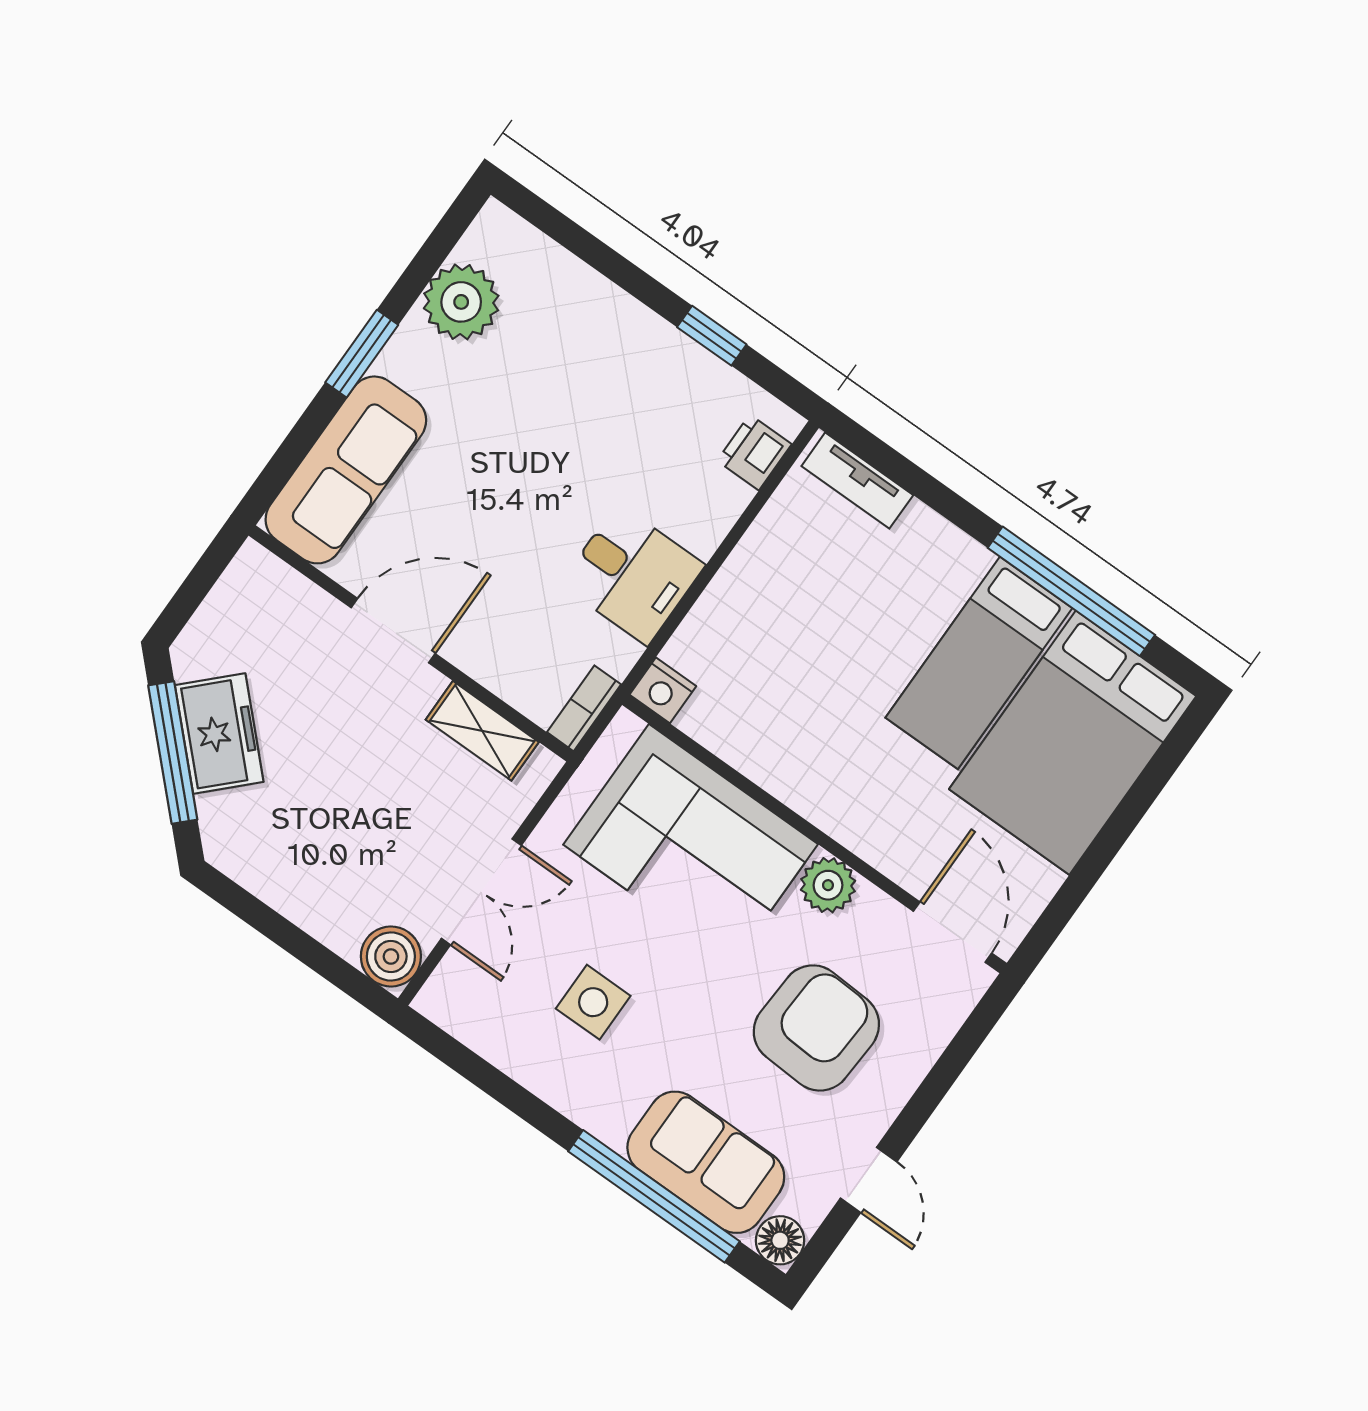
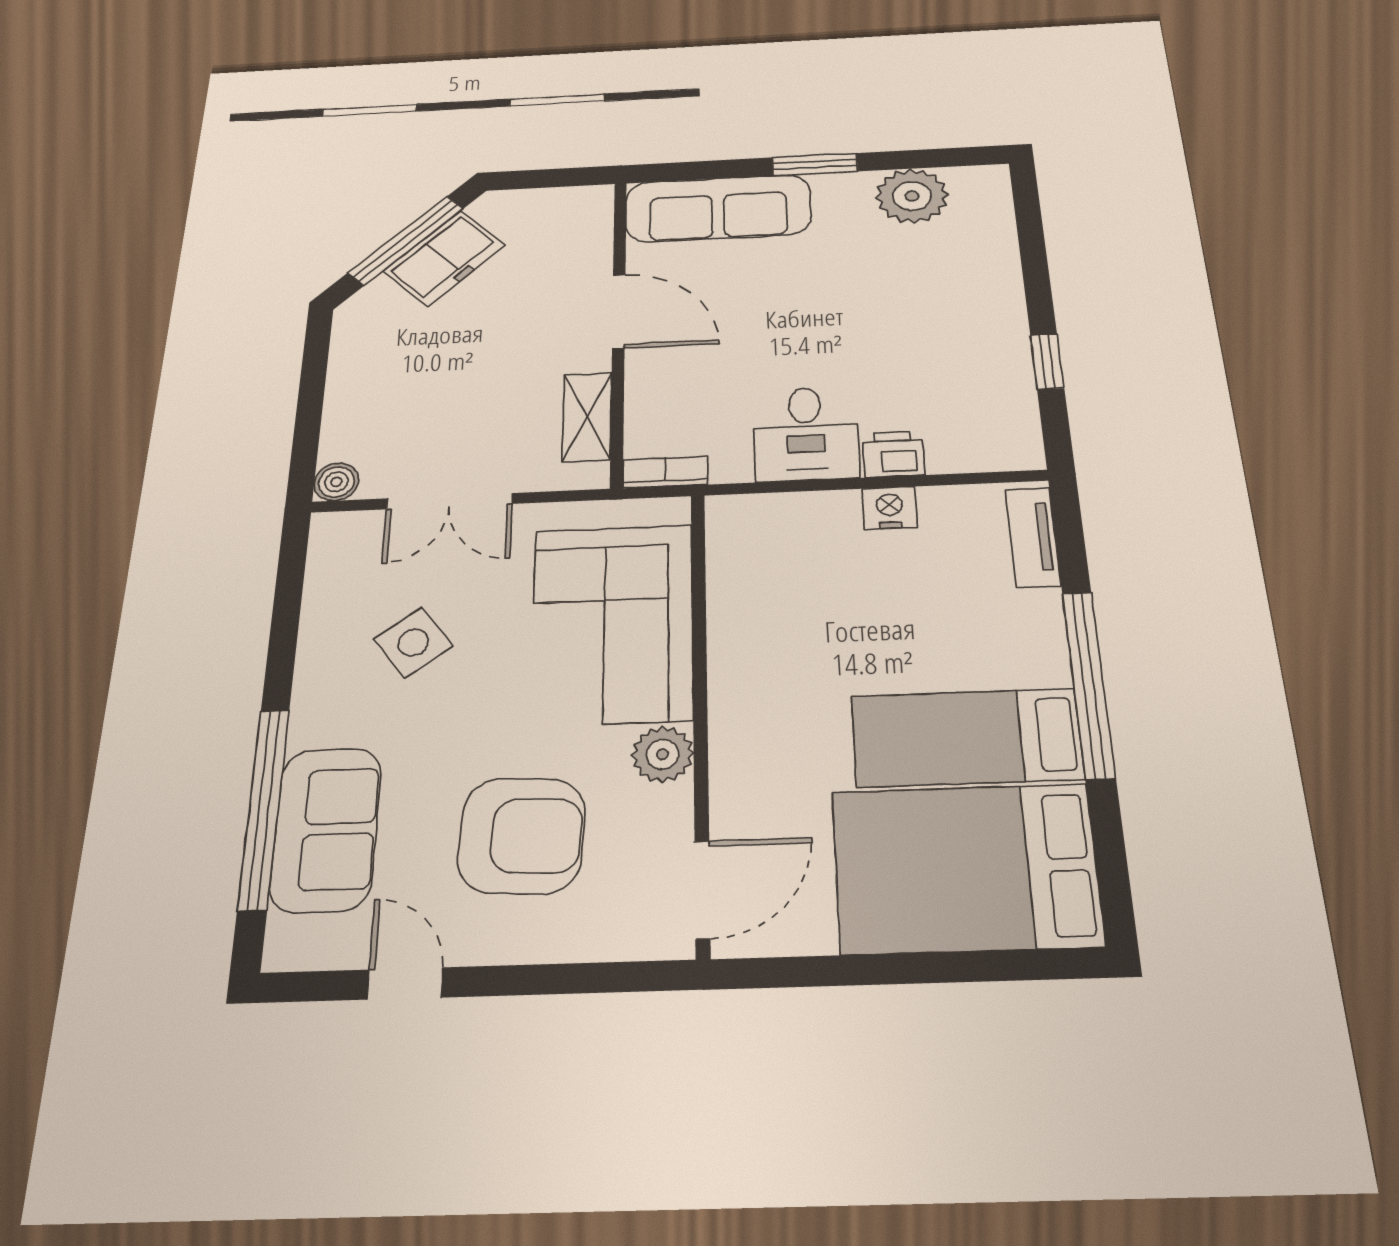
printer: (754, 452) -> (893, 454), moved
window: (1071, 591) -> (1088, 684), moved
nightstand: (663, 690) -> (890, 508), moved, turned 90
boiler: (391, 957) -> (336, 482), width x0.73, depth x0.73
side table: (593, 1002) -> (413, 643), turned -37
door: (869, 1180) -> (405, 984), swing flipped
floor lamp: (780, 1240) -> (291, 945), removed

